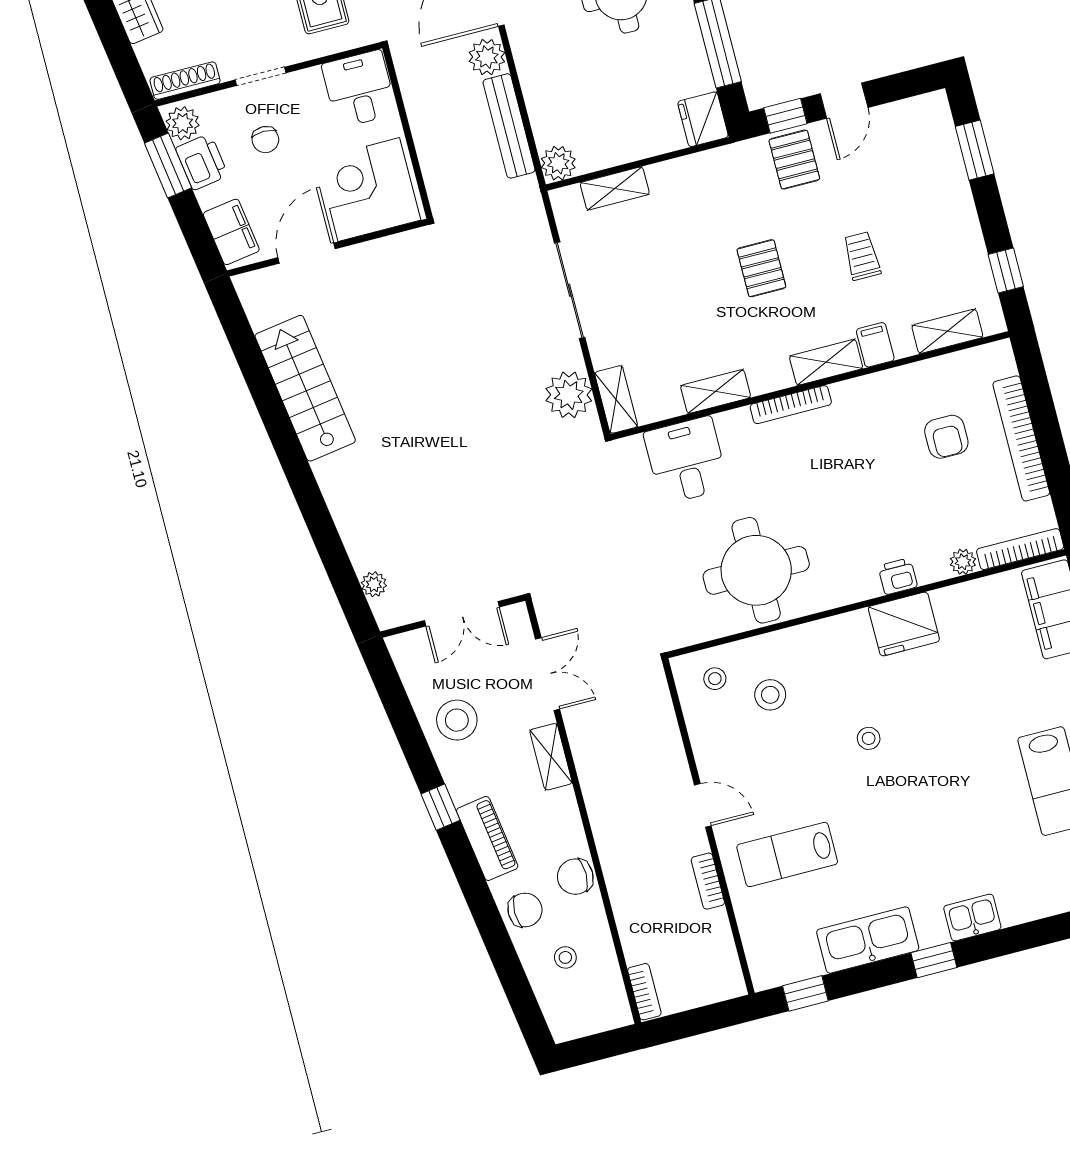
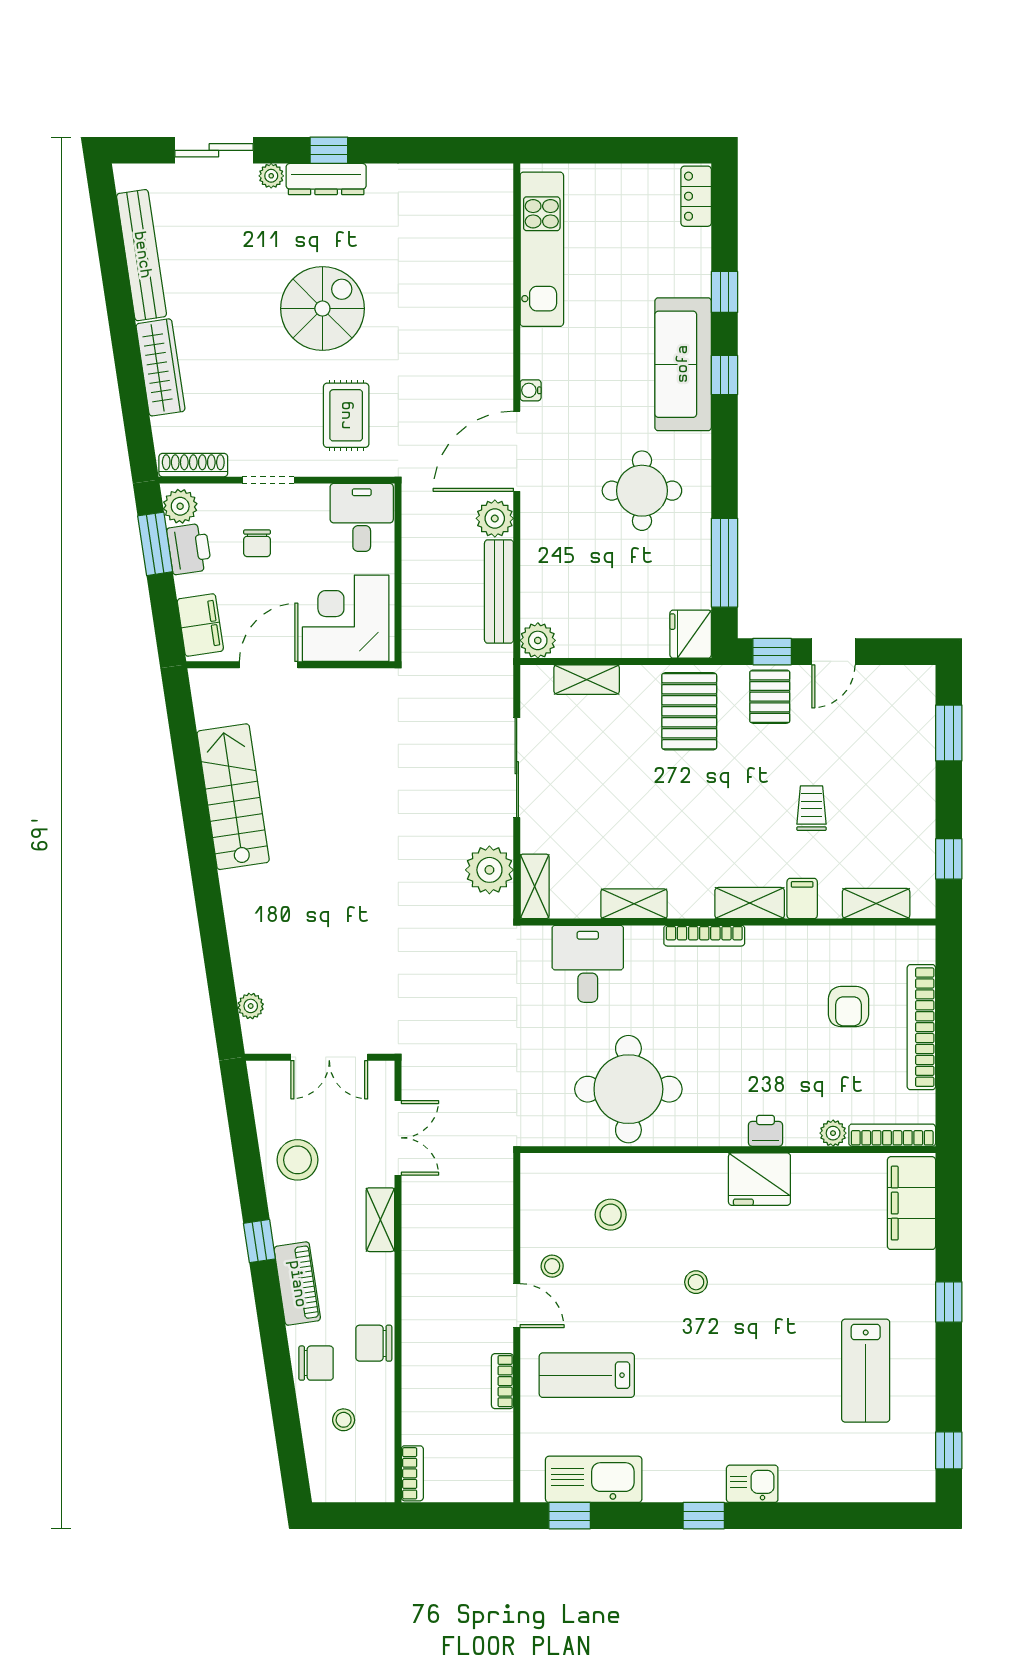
pallet: (761, 268) -> (689, 711), moved, width x1.50, depth x1.42
stool: (715, 679) -> (552, 1266), moved
kitchen sink: (868, 940) -> (594, 1479), moved

